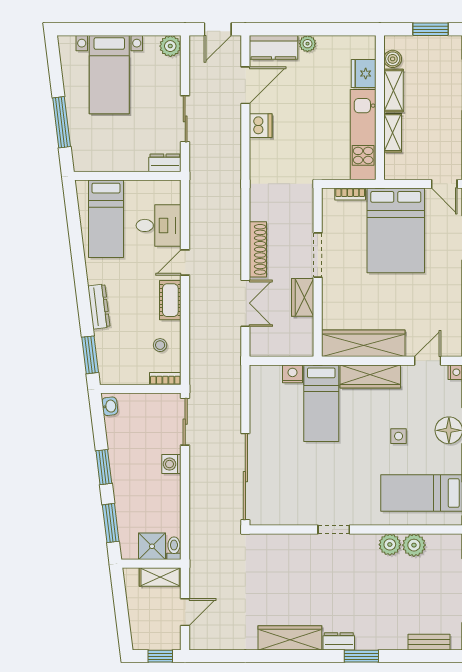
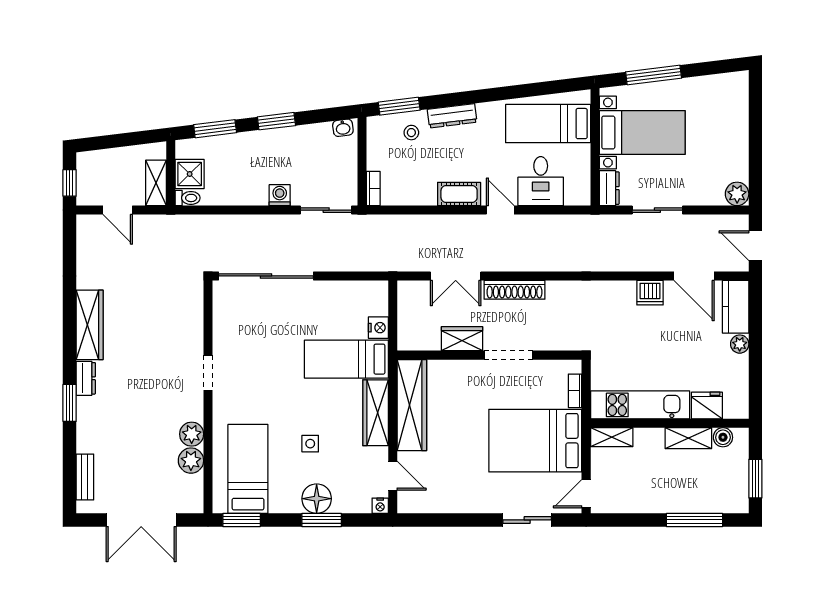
bed with nightstands: (109, 75) -> (642, 133), moved, turned 180
shelving: (393, 133) -> (612, 437), moved
stool: (160, 345) -> (411, 133), moved

